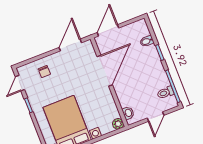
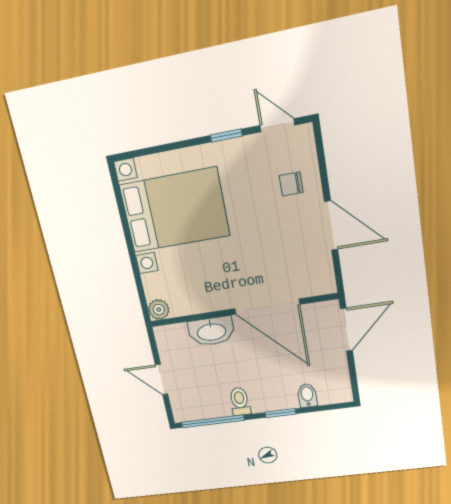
door: (108, 30) -> (346, 330), hinge flipped
door: (70, 45) -> (331, 226), moved
toilet: (165, 93) -> (240, 401), moved
washbasin: (128, 113) -> (211, 331), moved, width x1.91, depth x1.45

